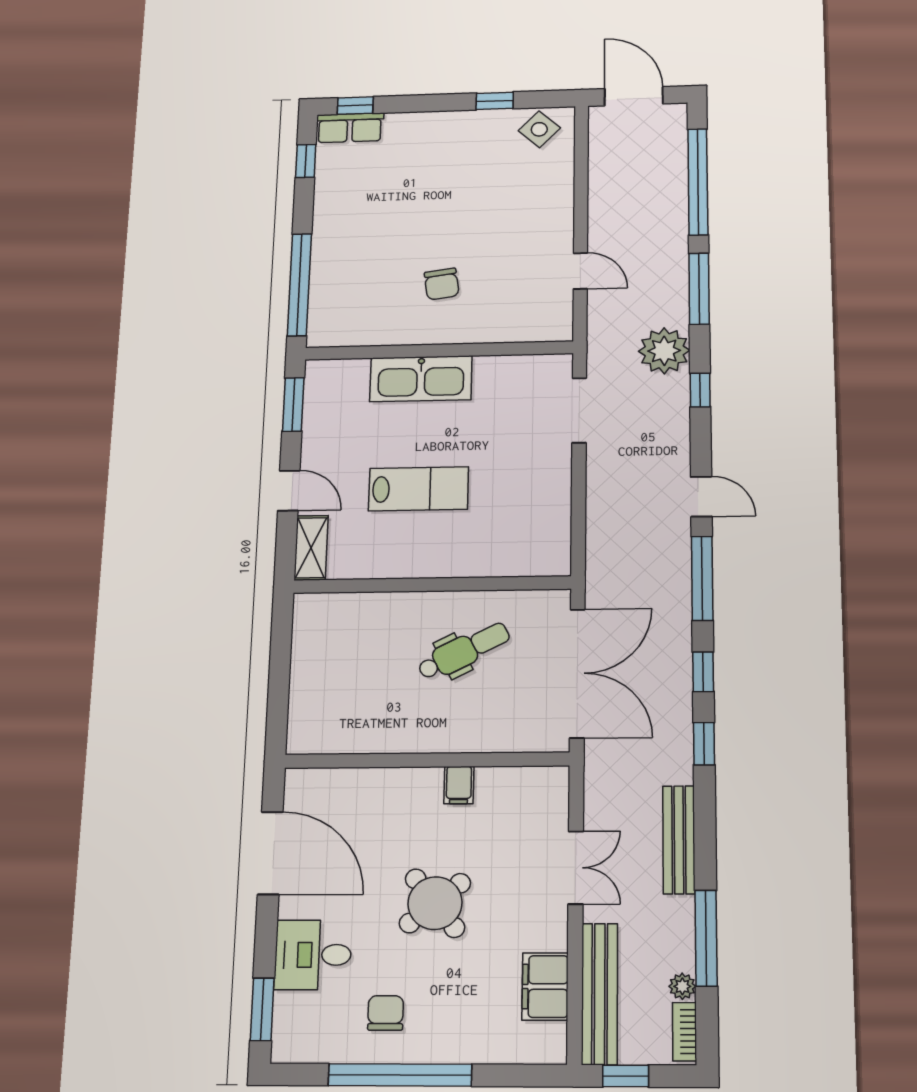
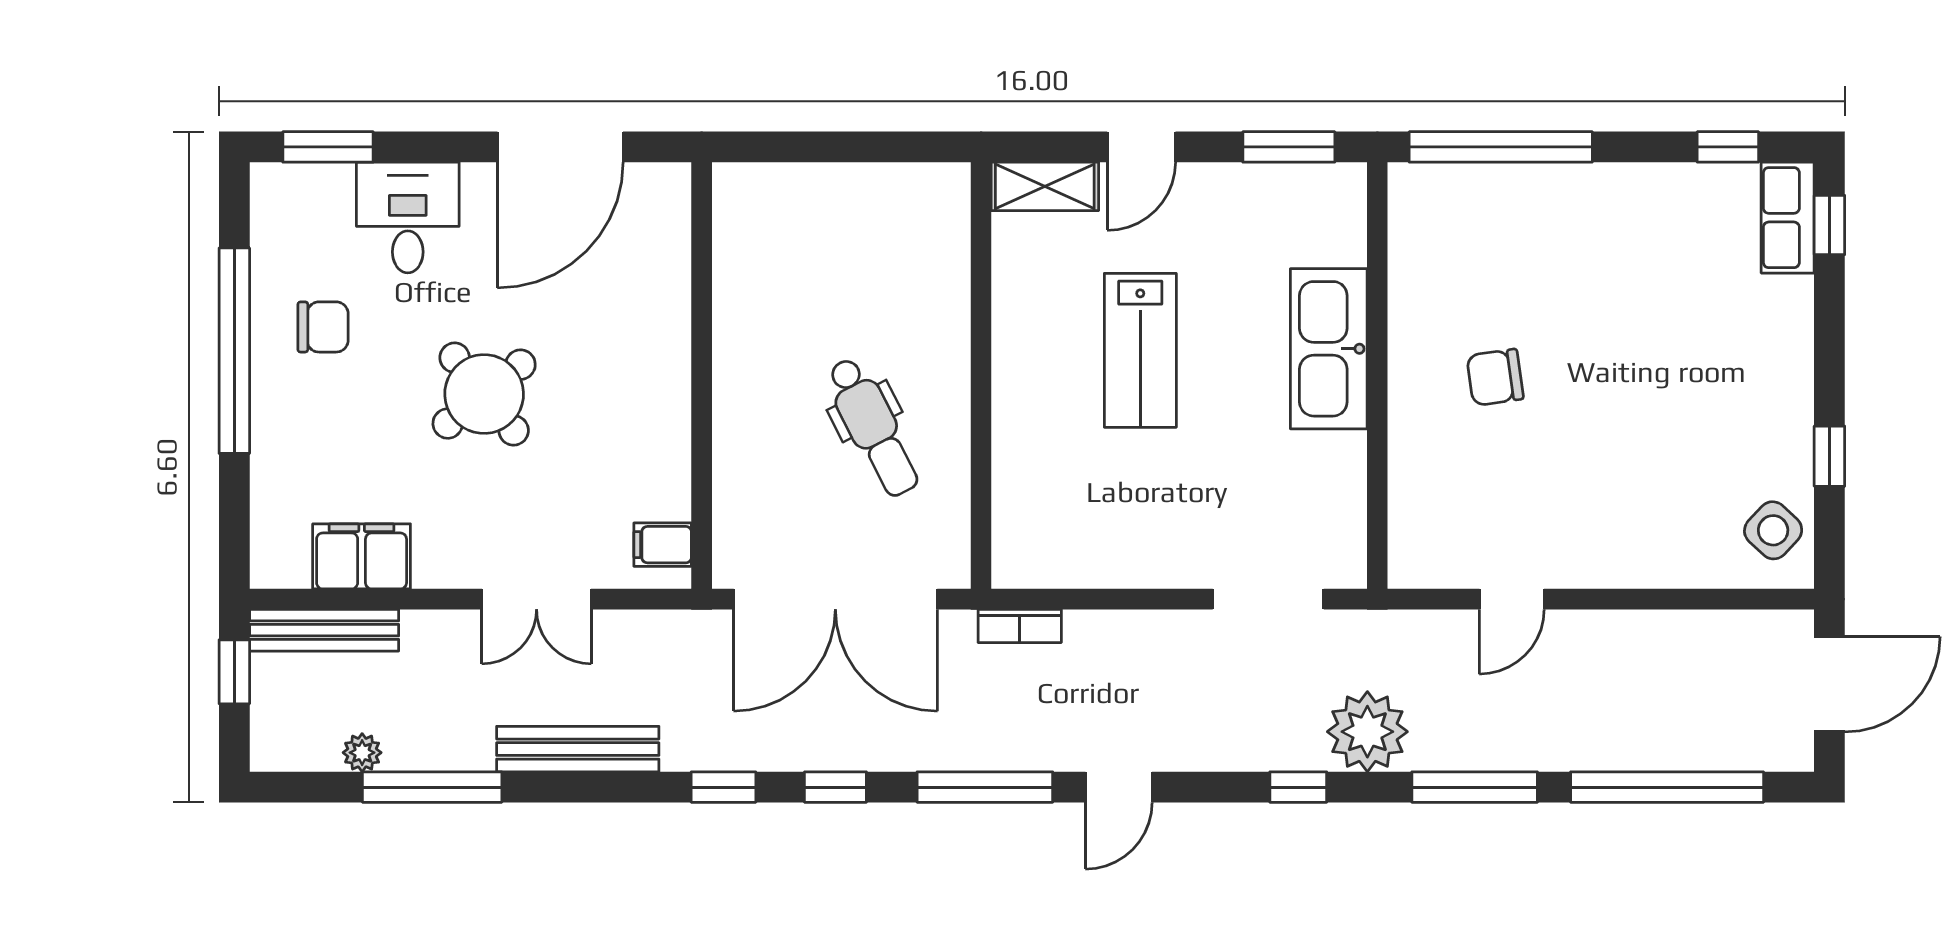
filing cabinet: (459, 785) -> (663, 545), moved
bench: (600, 994) -> (324, 630), width x0.73, depth x0.82
bookcase: (684, 1032) -> (1020, 626), moved, turned 180

